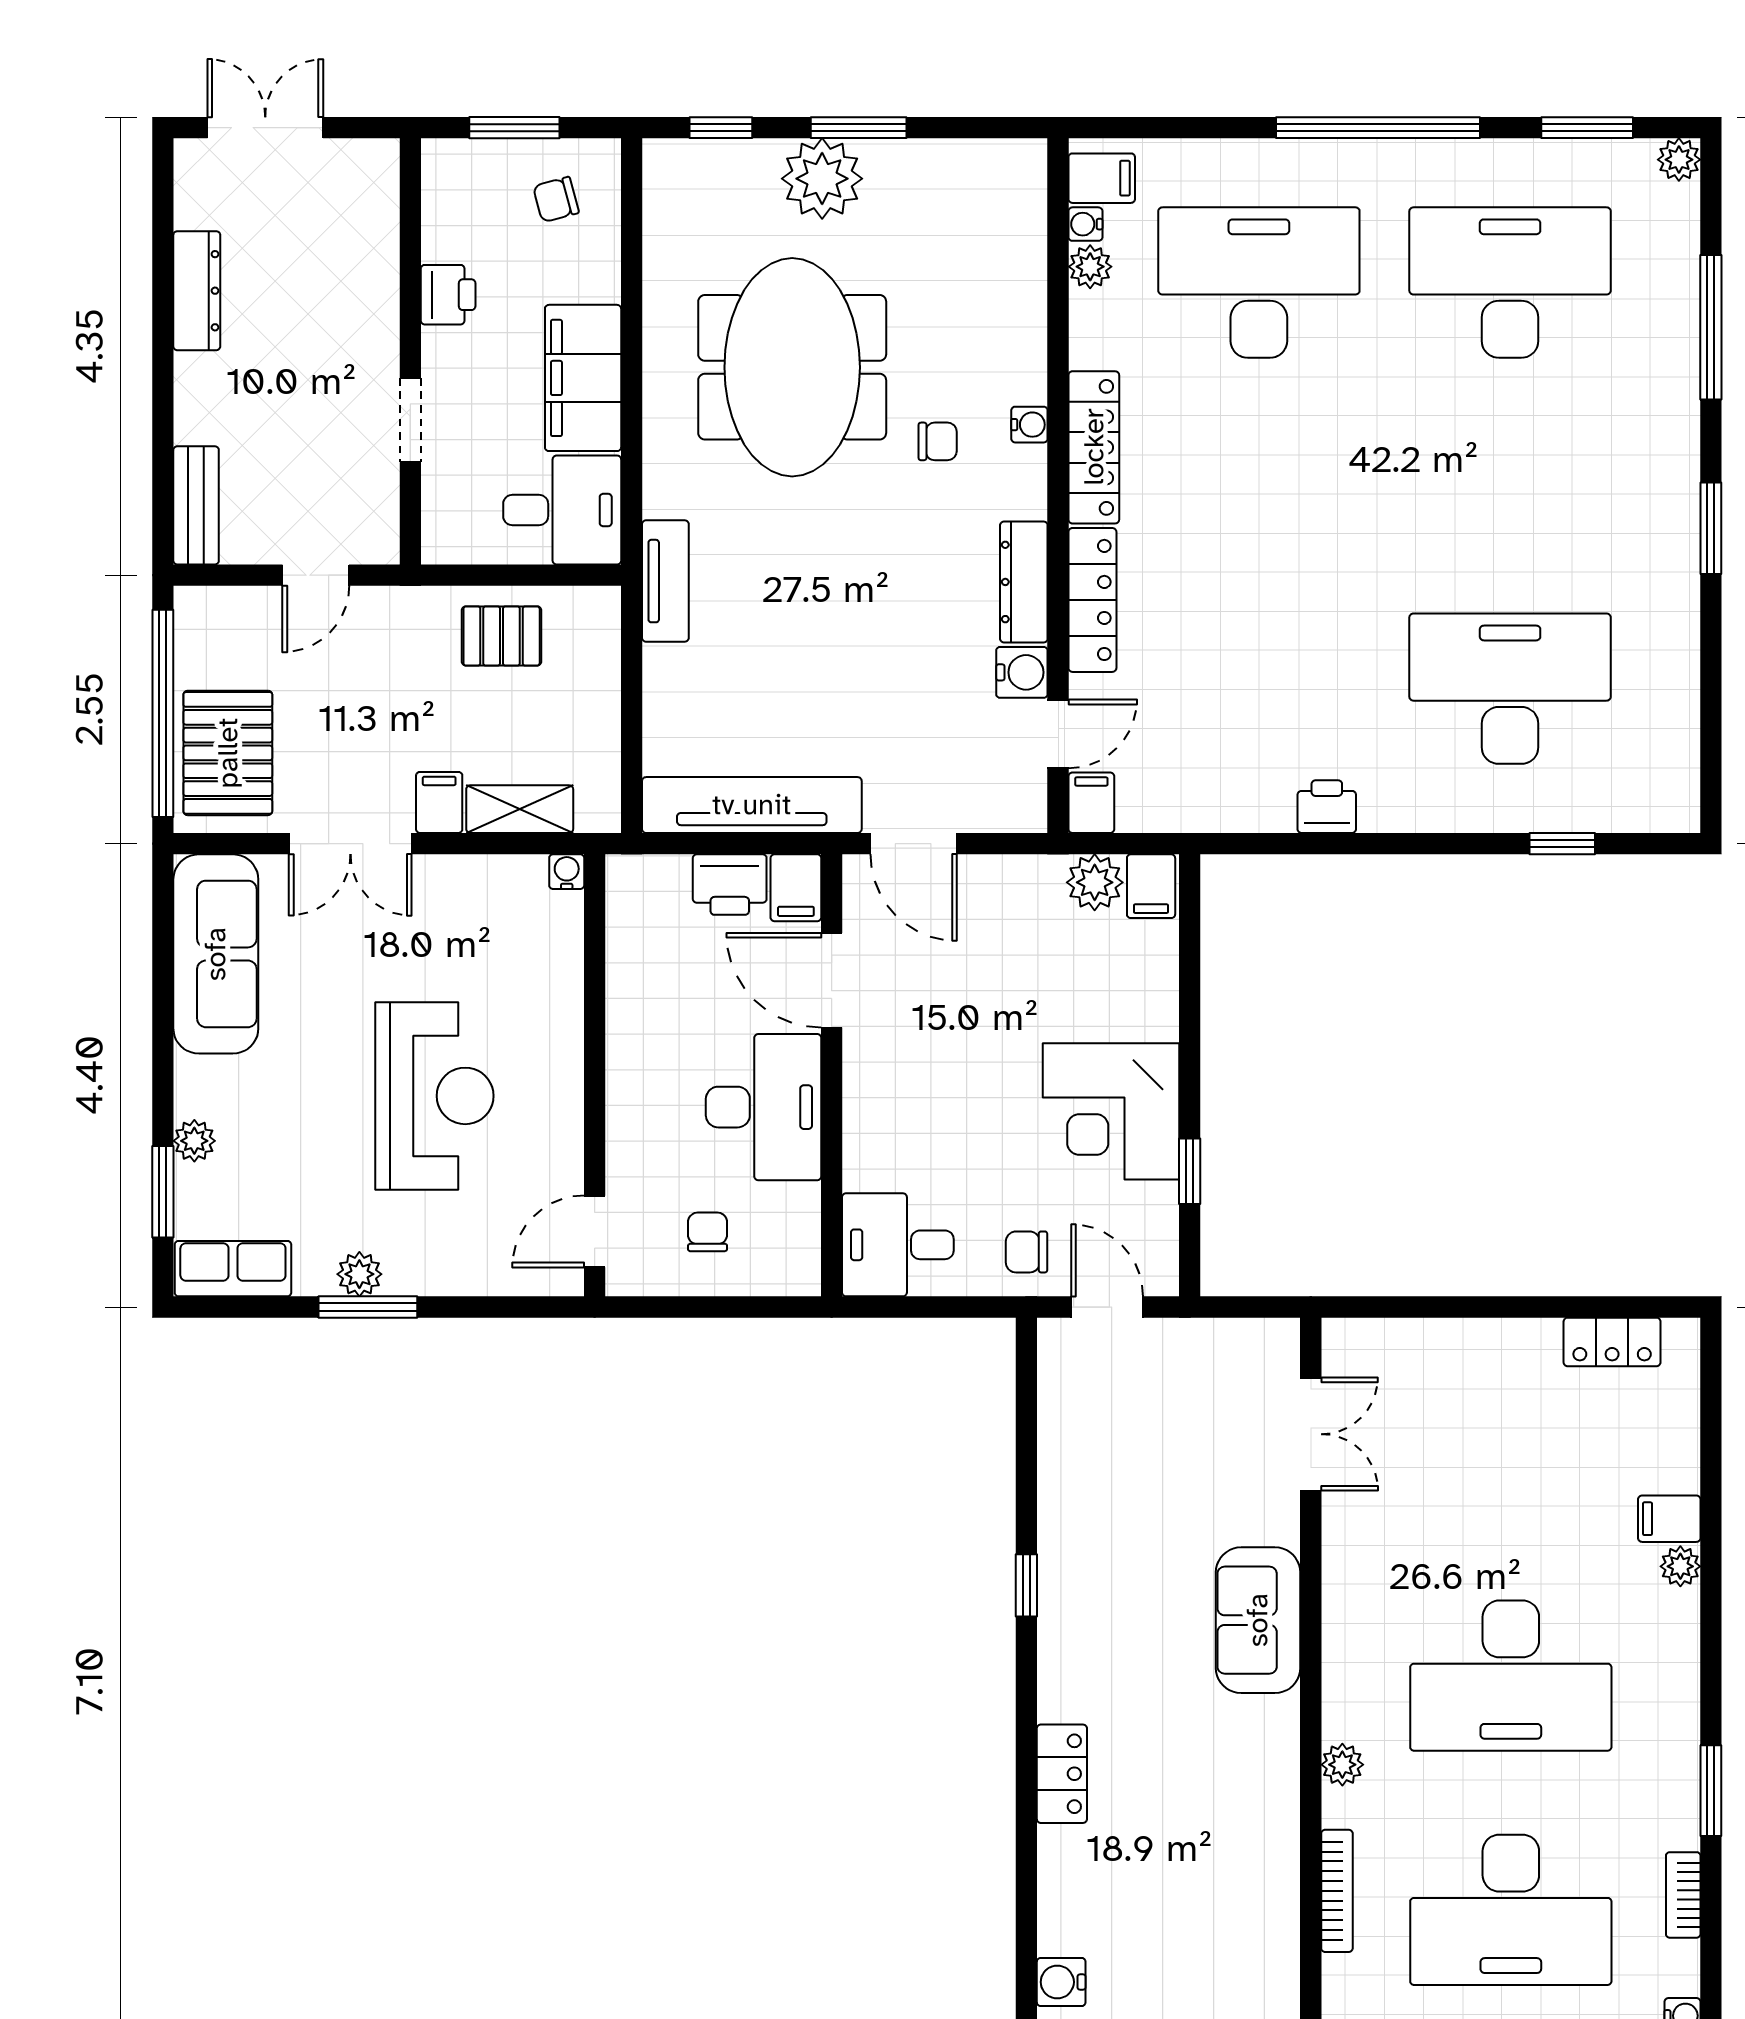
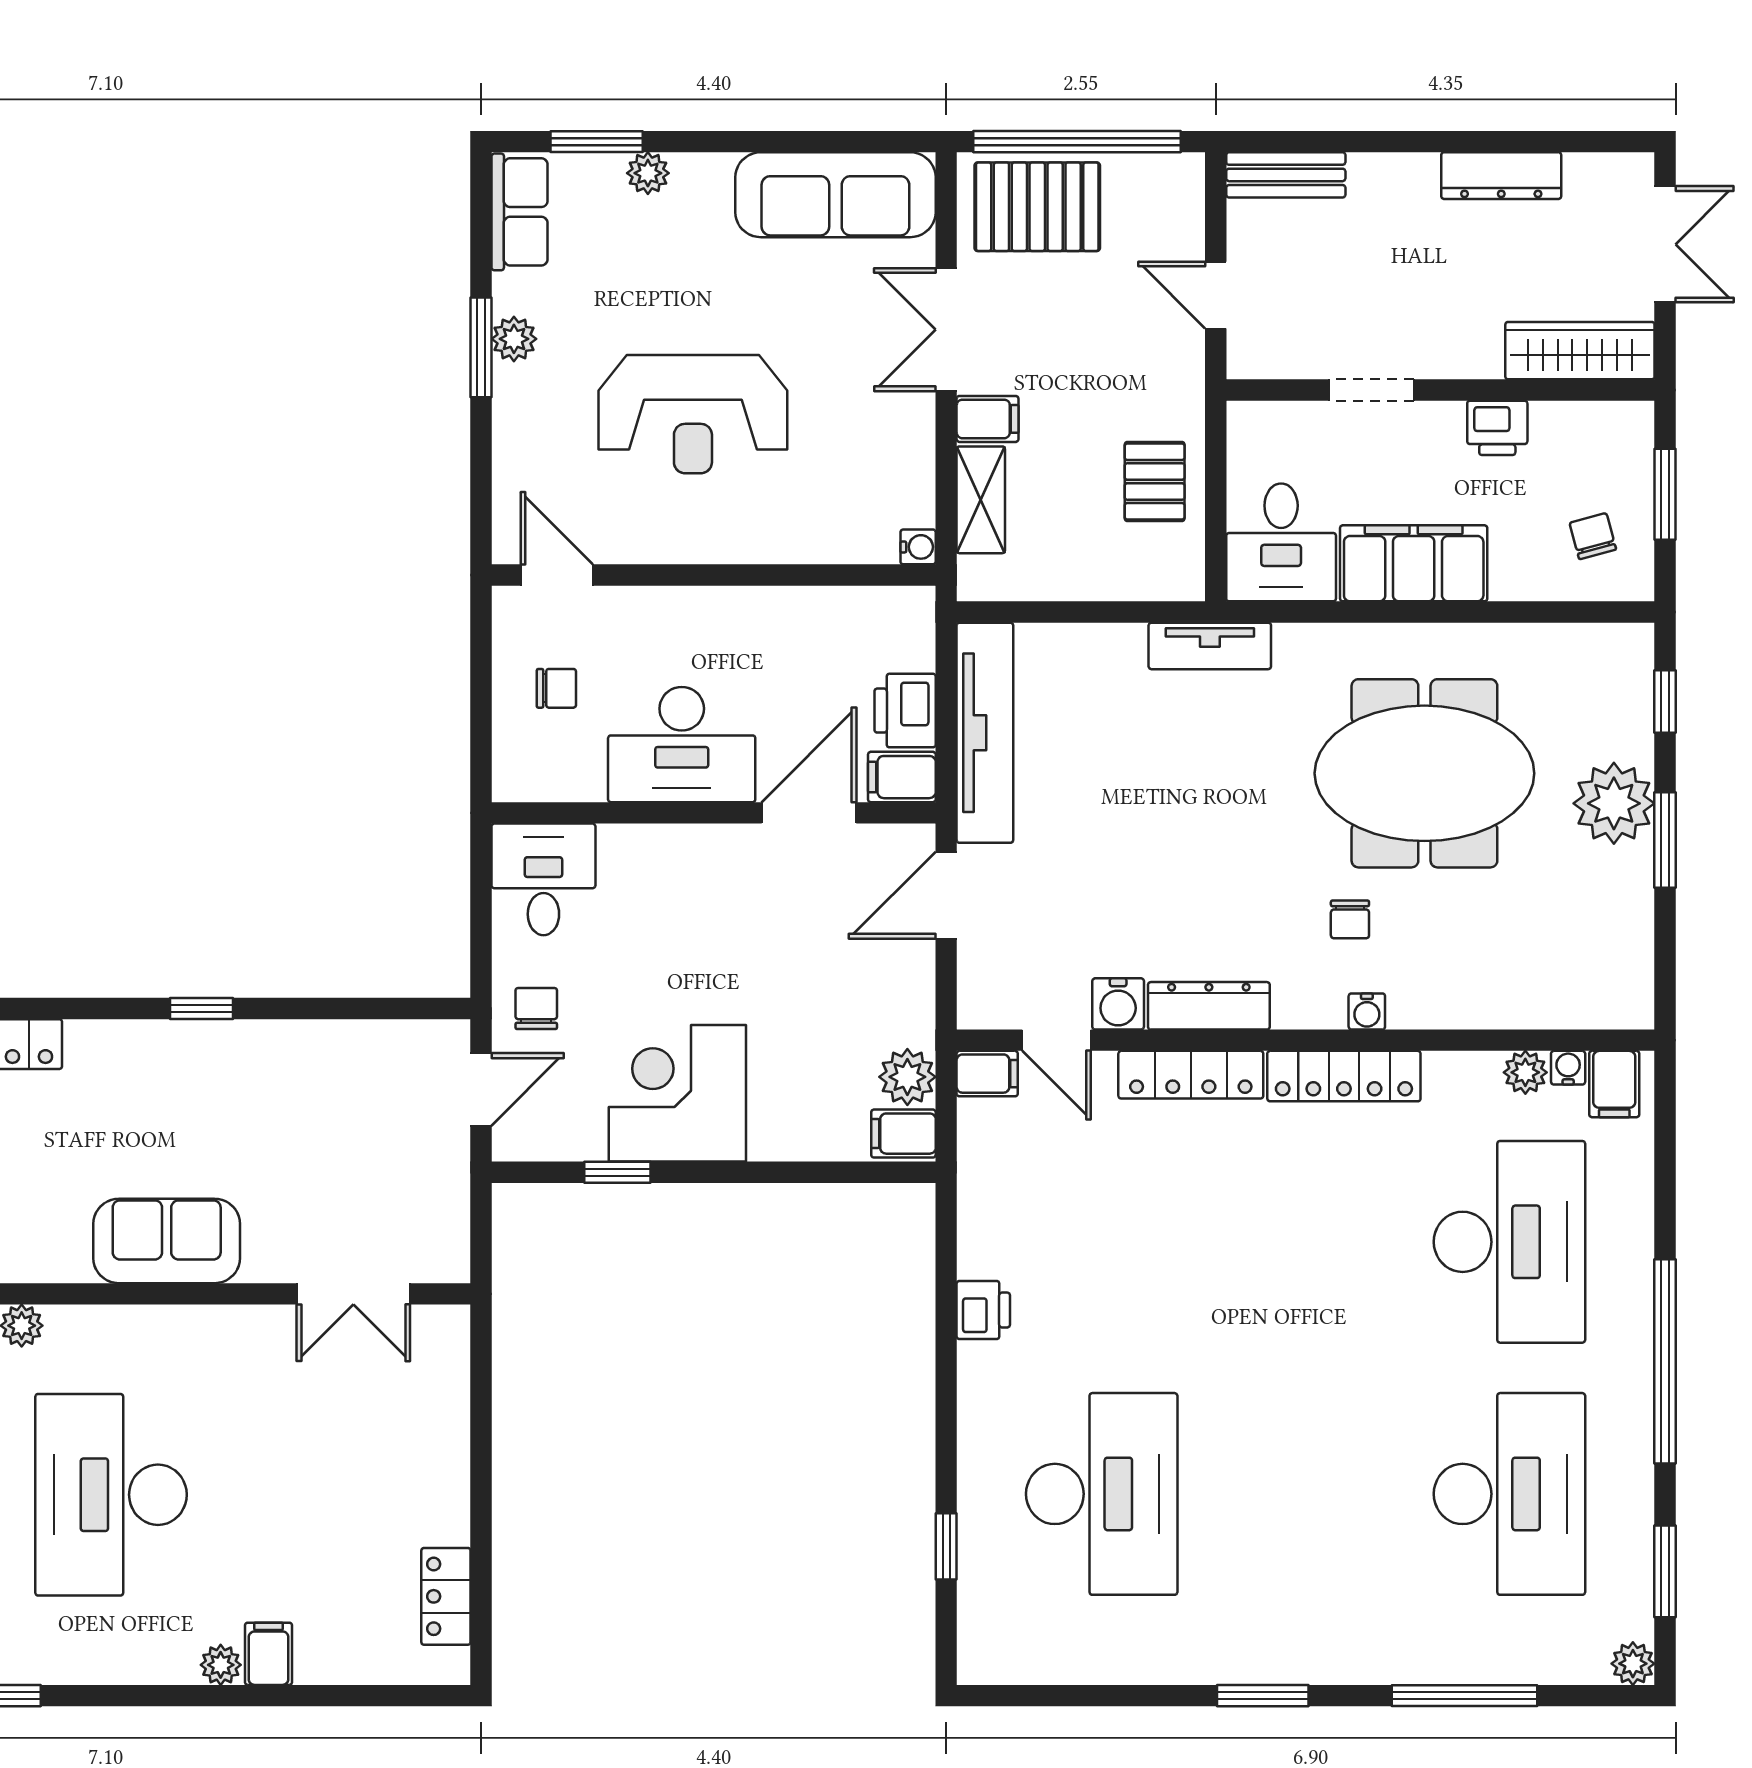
wardrobe: (371, 212) -> (1580, 351), added

